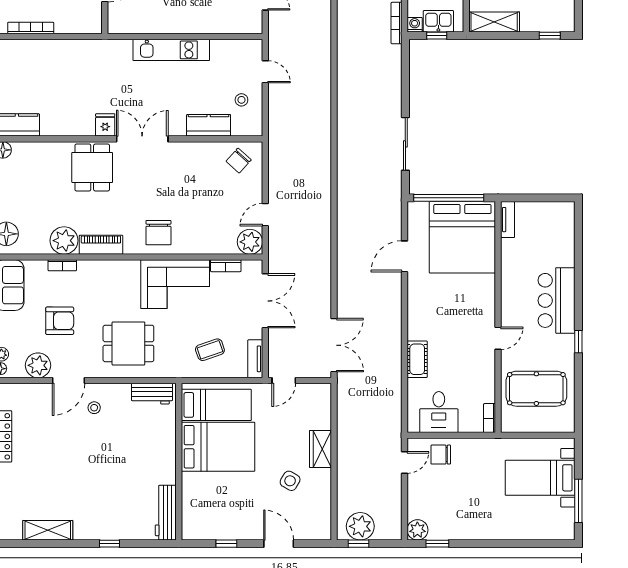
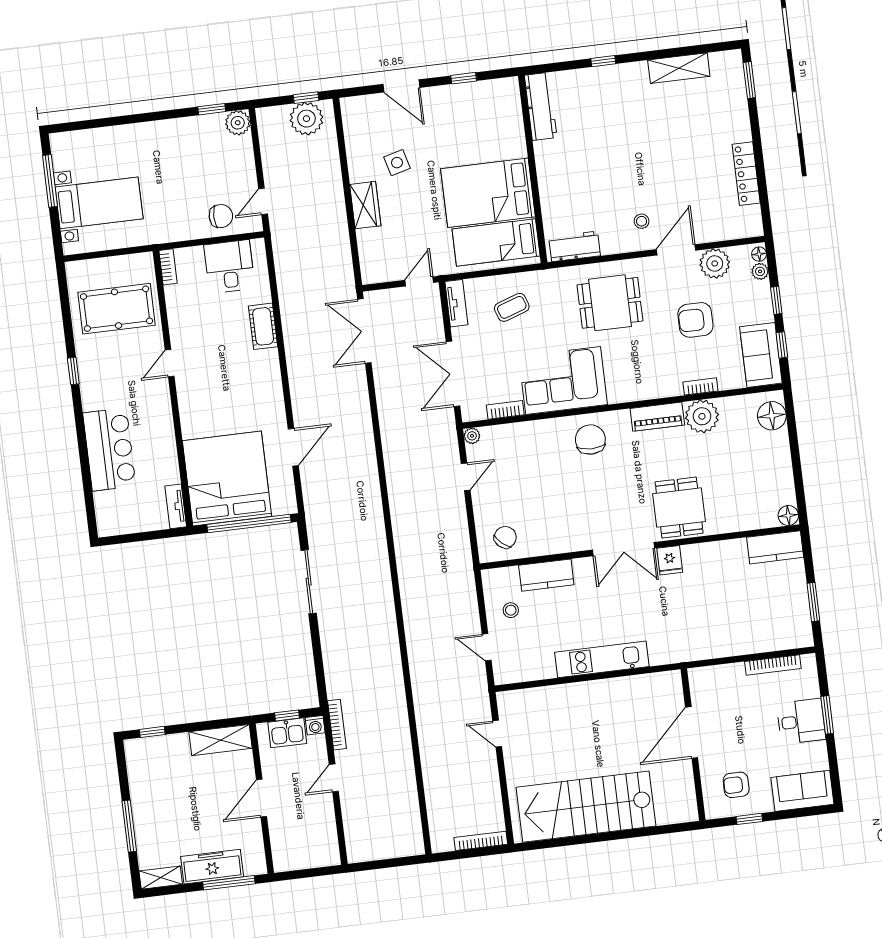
plant: (250, 242) -> (472, 436), width x0.53, depth x0.53
bar counter: (556, 300) -> (109, 449), moved
side table: (290, 481) -> (397, 163), turned 45

